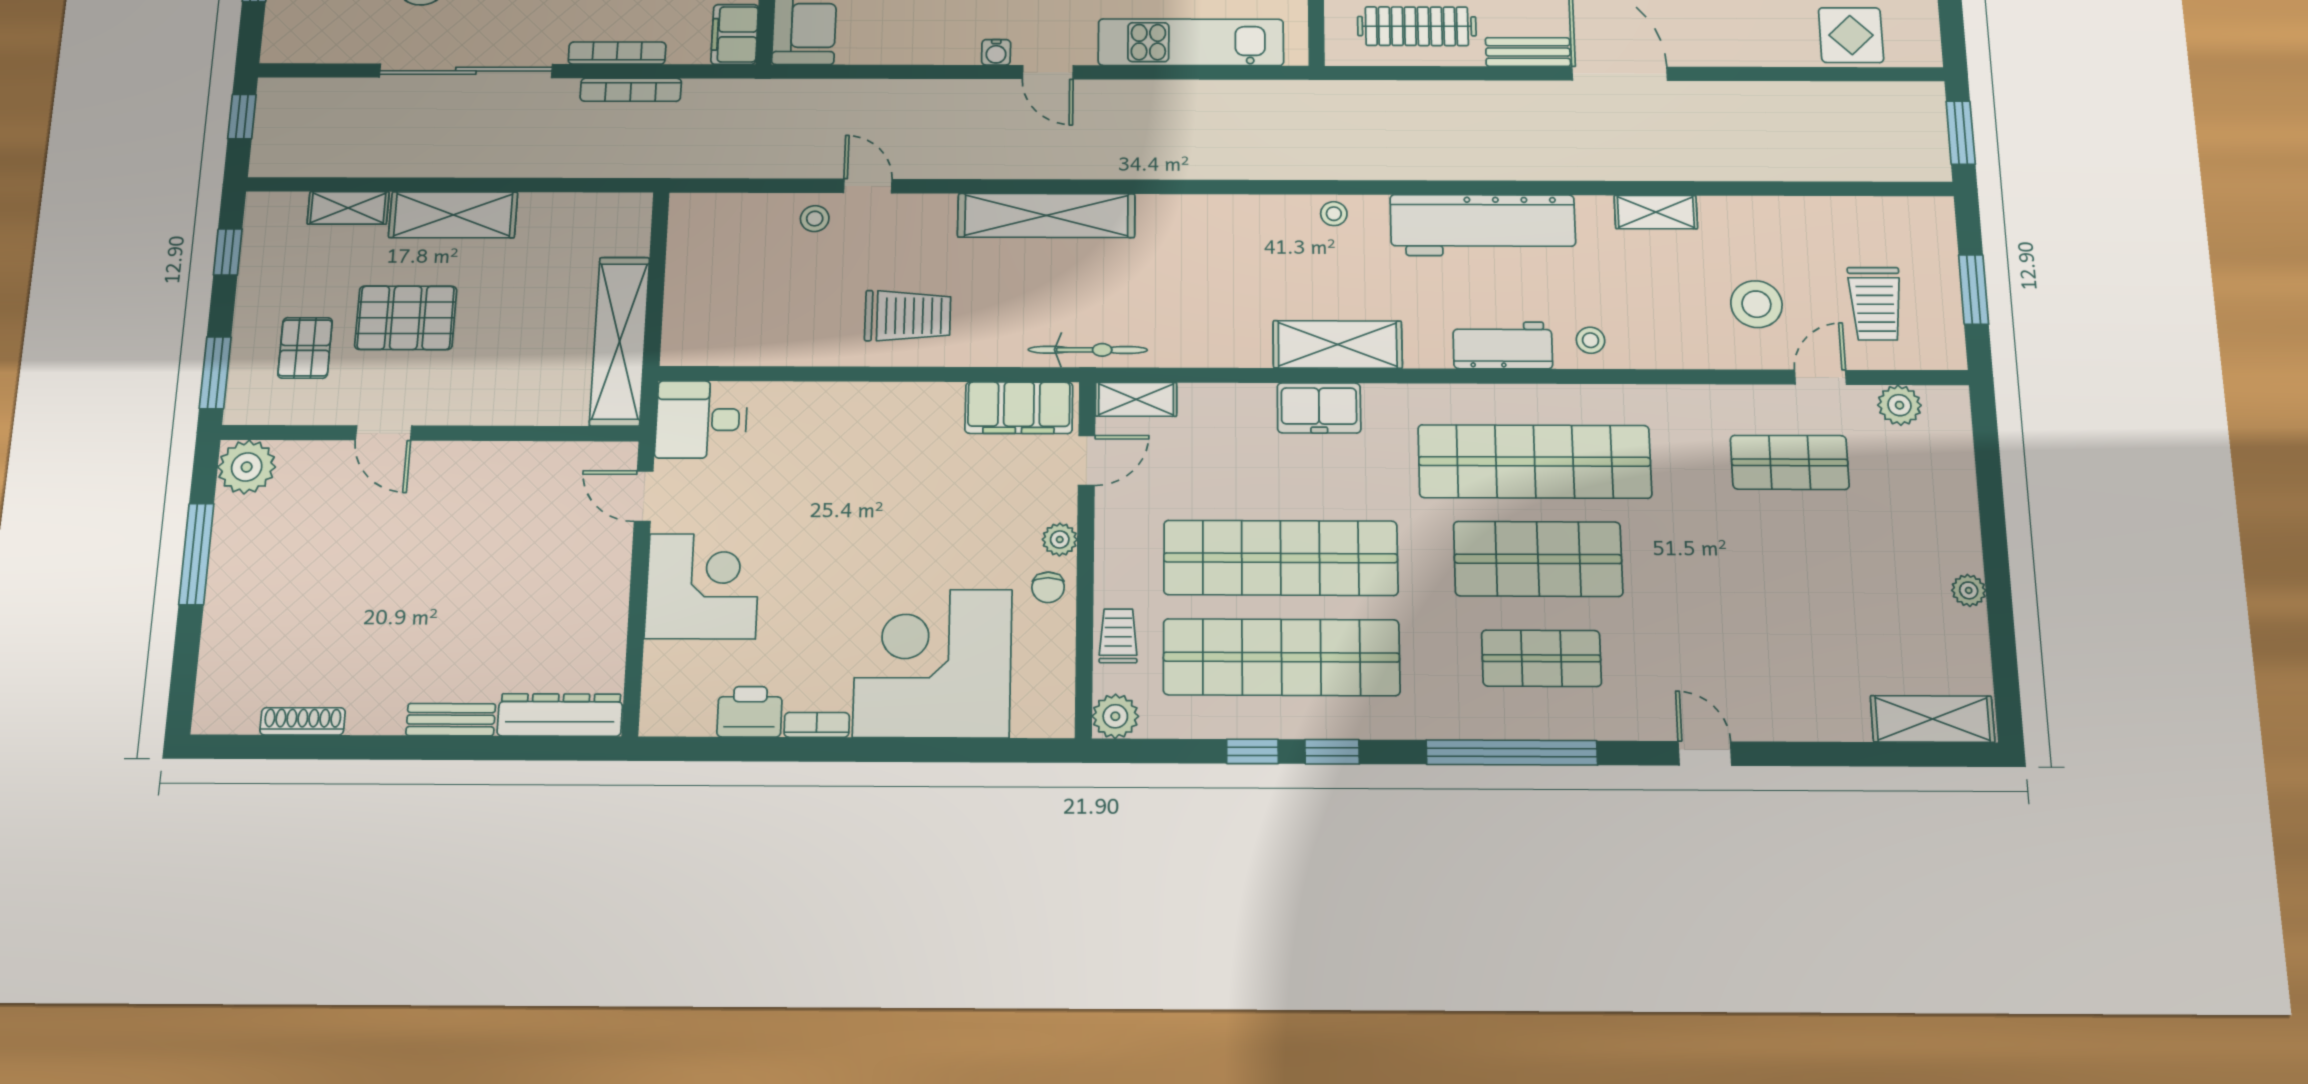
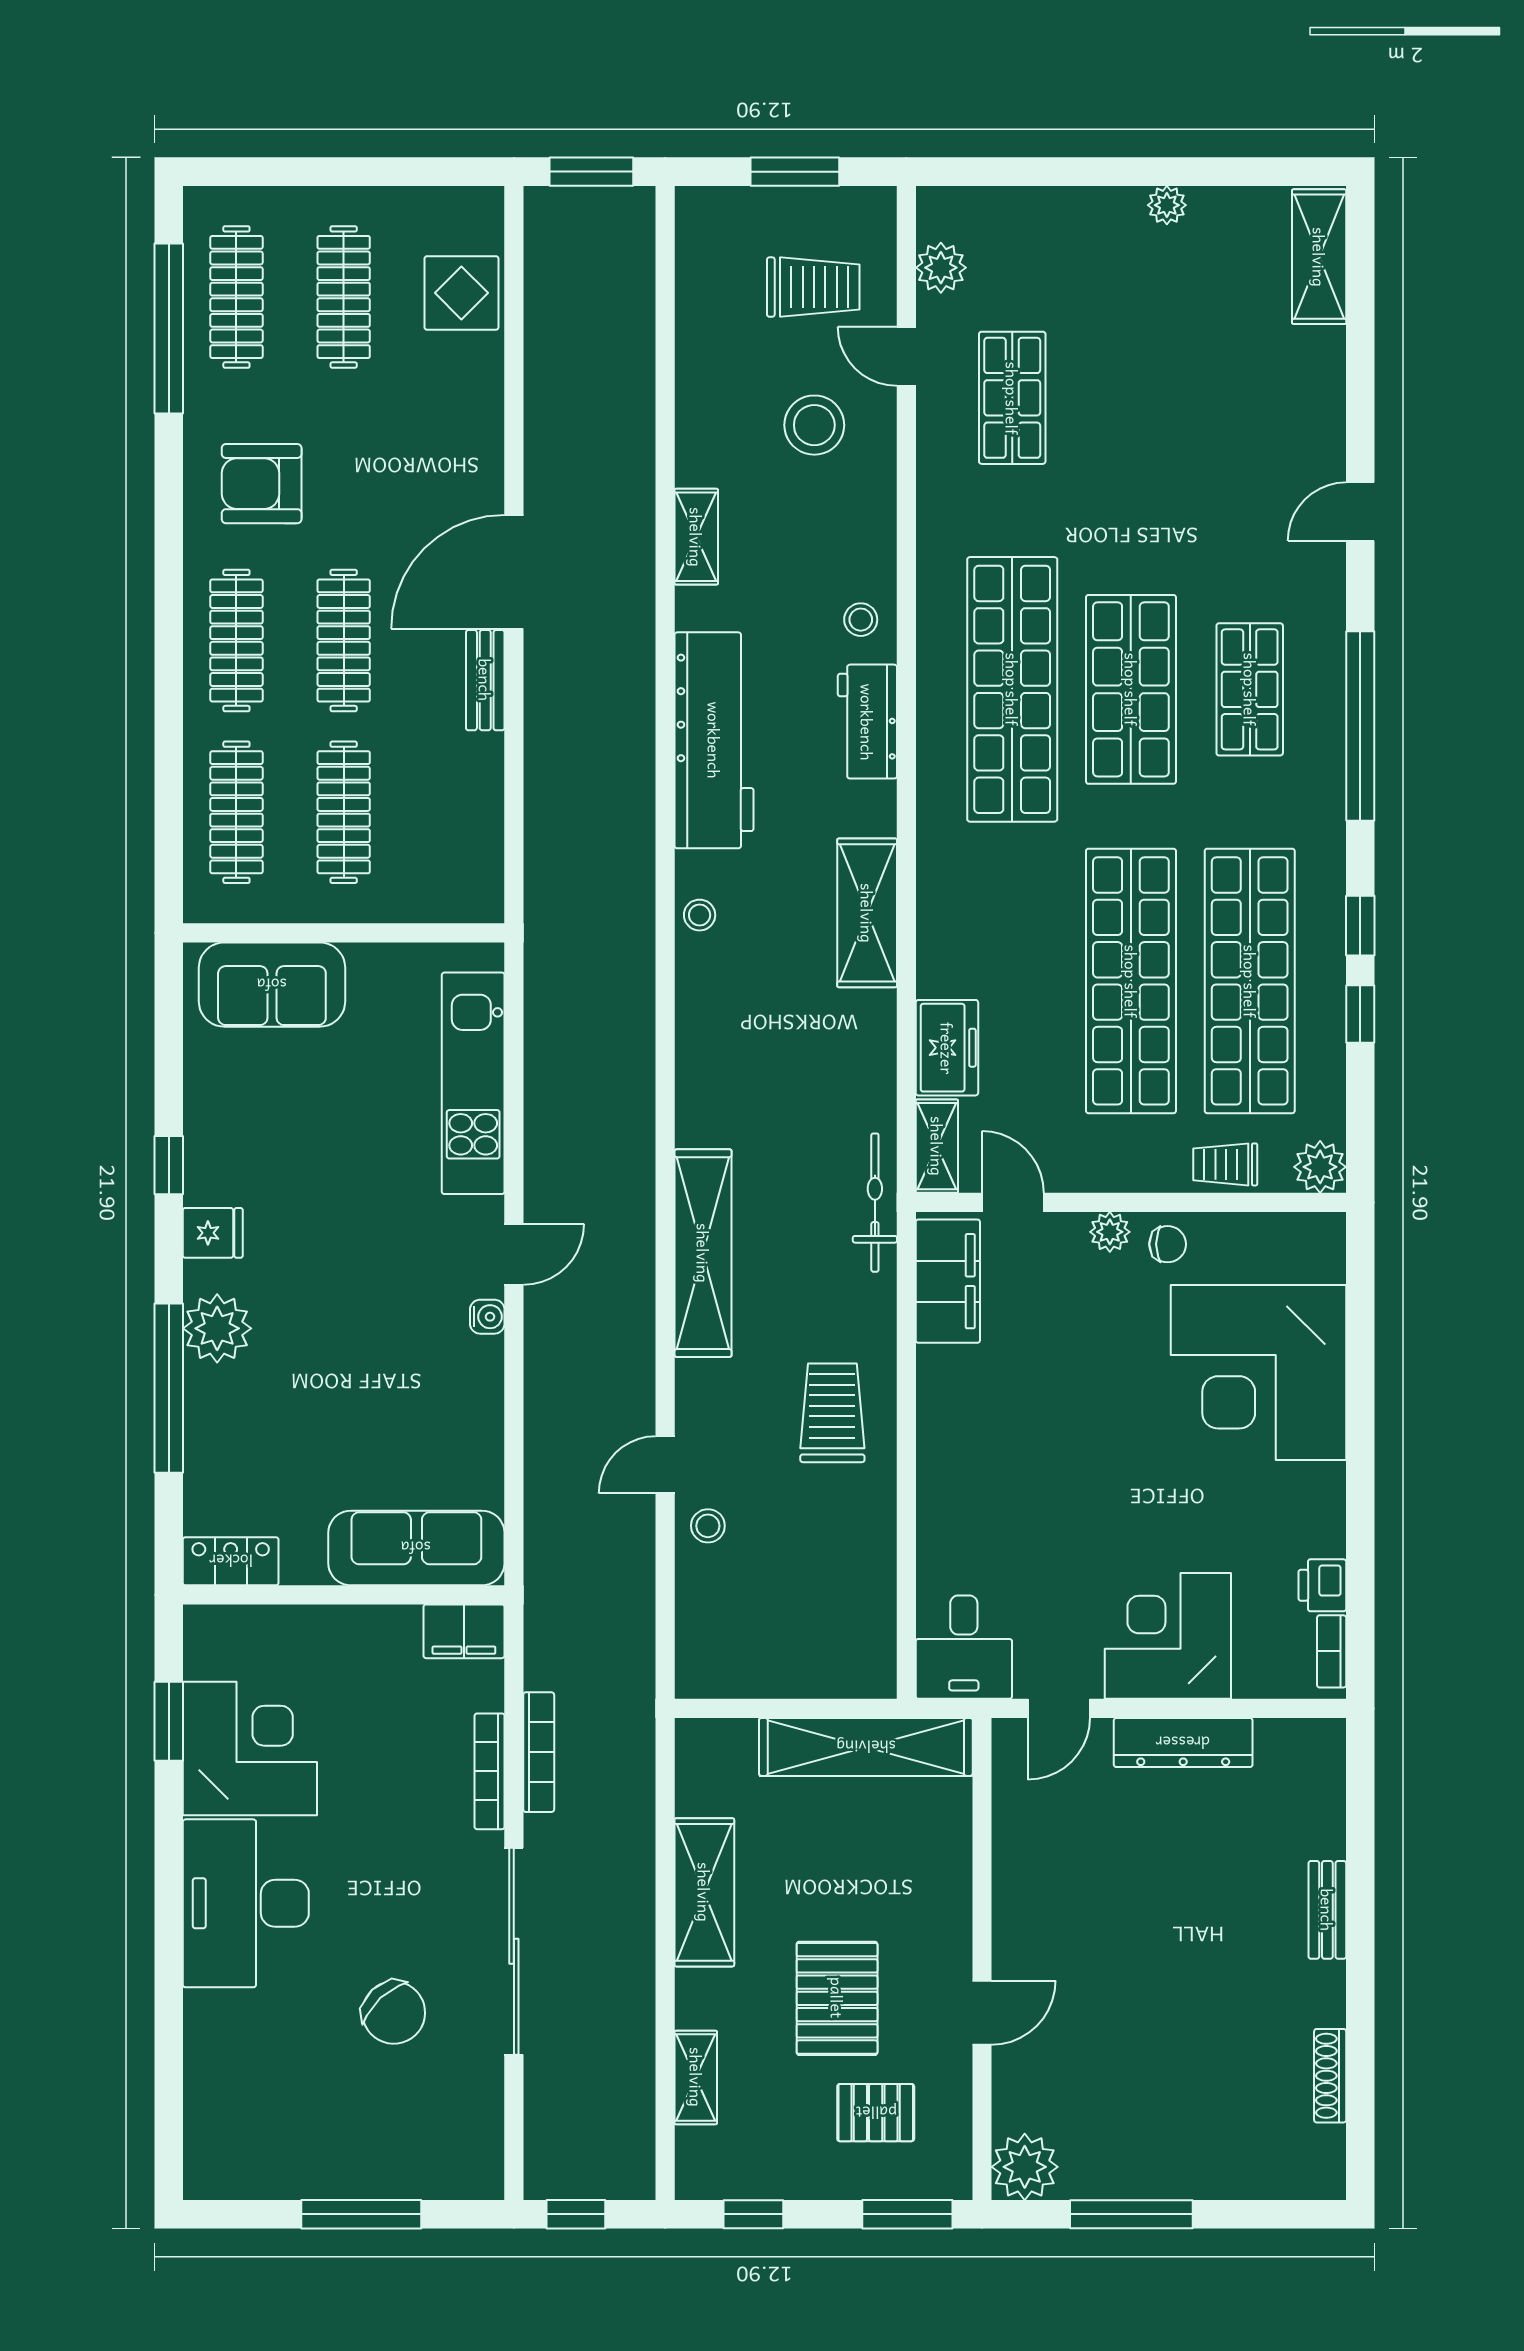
clothes rail: (1417, 26) -> (451, 812), removed
shelving: (453, 215) -> (704, 1892), moved
freezer: (1319, 408) -> (947, 1048), moved
printer: (750, 712) -> (1322, 1585), width x0.73, depth x0.81
dresser: (560, 715) -> (1183, 1743), moved, turned -90
bookcase: (817, 725) -> (1332, 1651), moved

